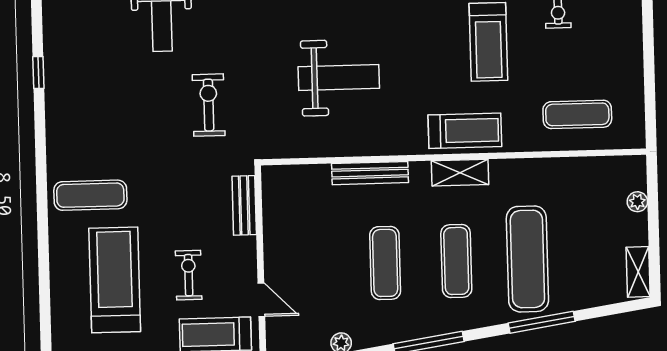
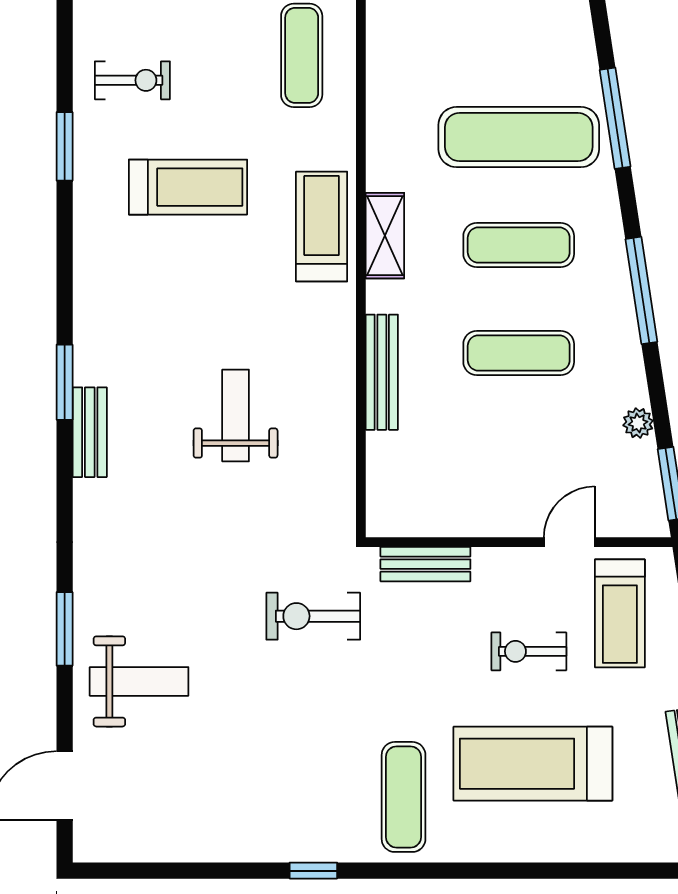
window: (38, 72) -> (313, 871), moved
weight bench: (339, 77) -> (236, 415), width x0.73, depth x0.75
exercise bike: (209, 105) -> (313, 616), moved

